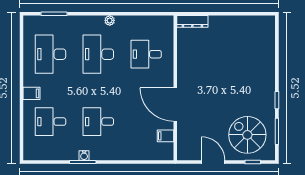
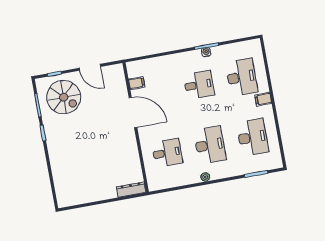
desk: (51, 122) -> (242, 77), width x1.37

